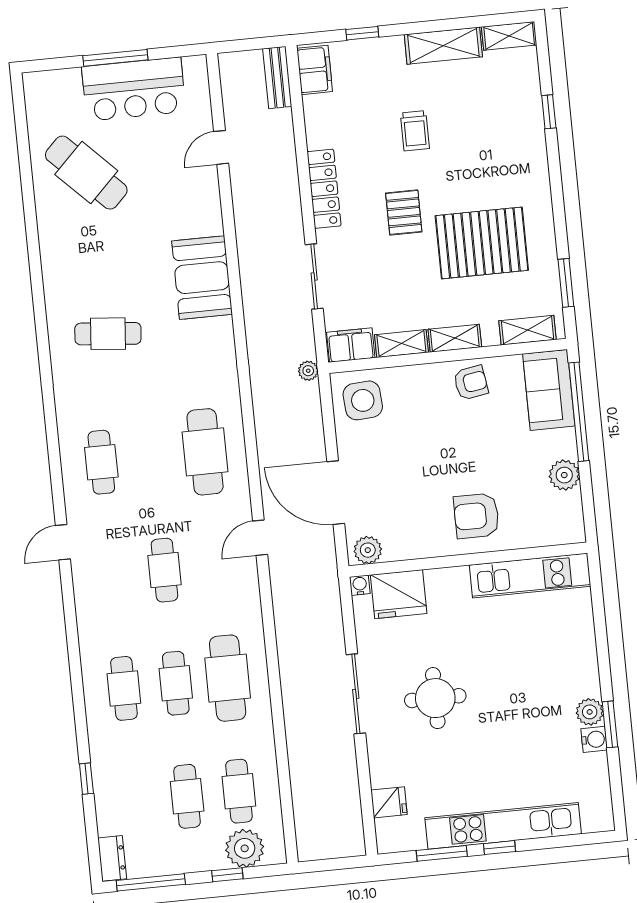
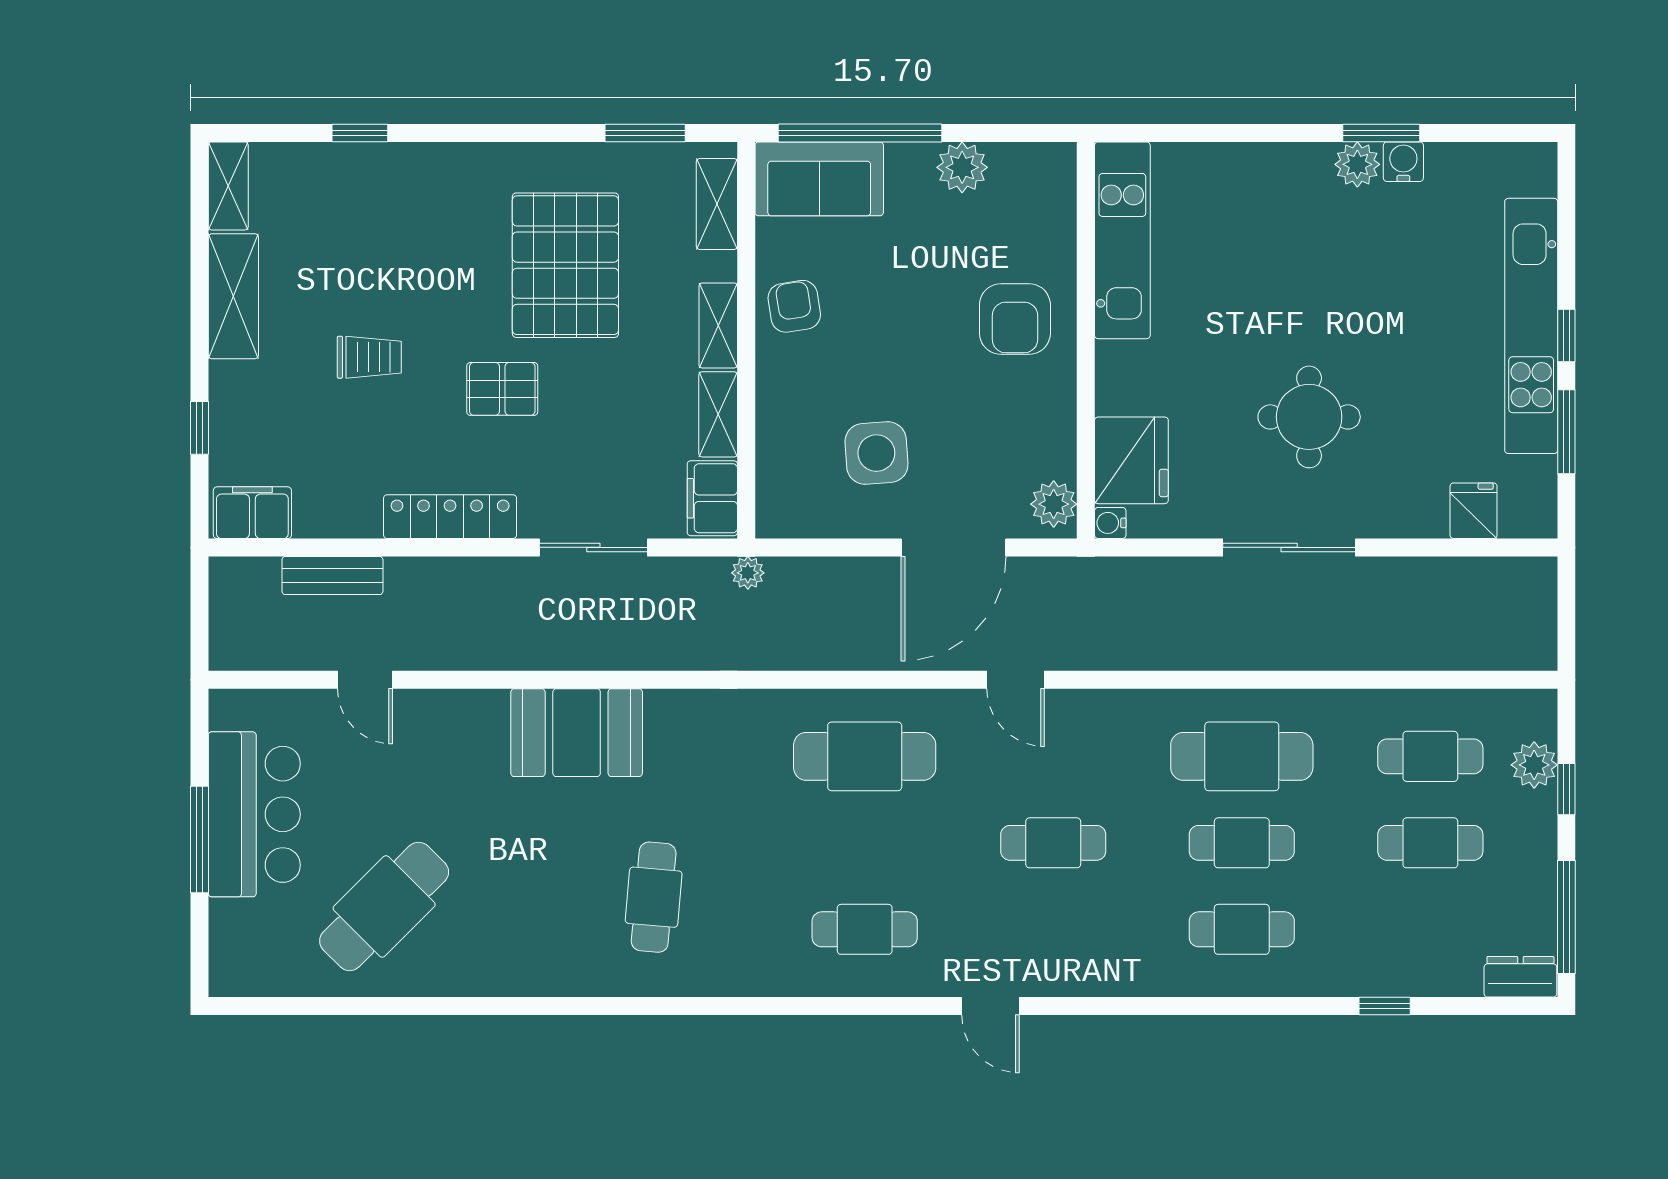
bench: (277, 78) -> (332, 575), moved
side table: (363, 400) -> (876, 453), moved
plant: (245, 848) -> (1534, 765), width x0.73, depth x0.73

